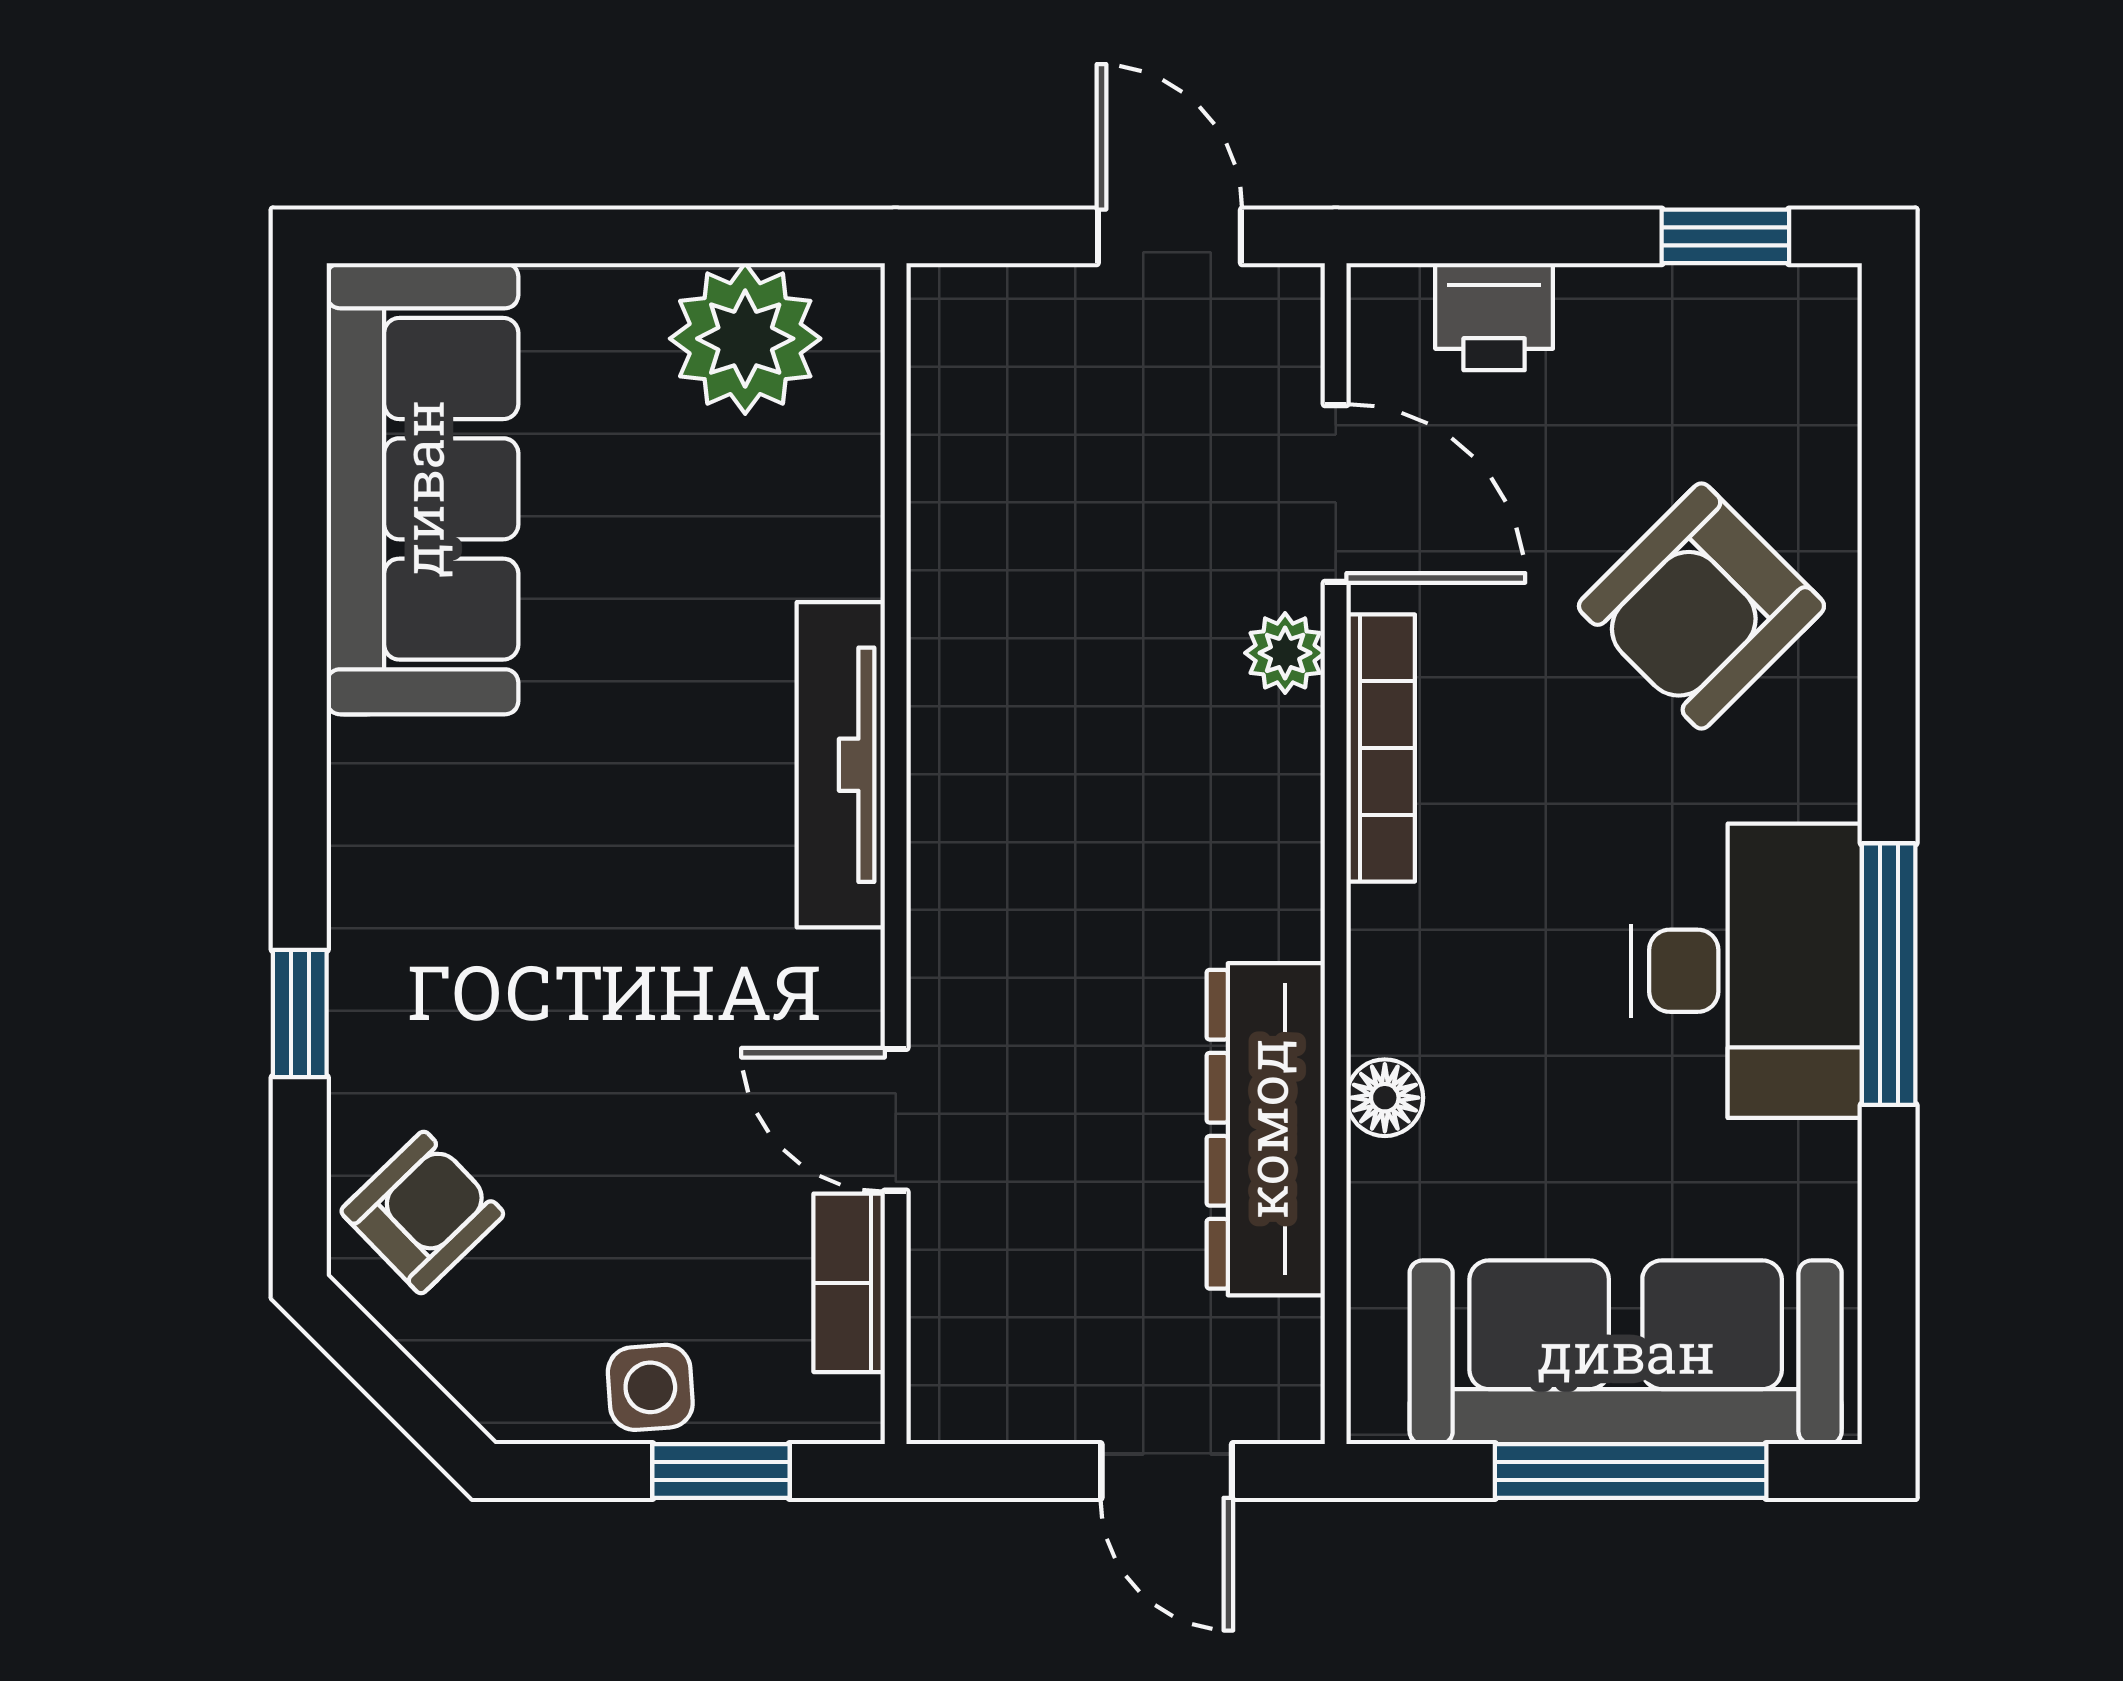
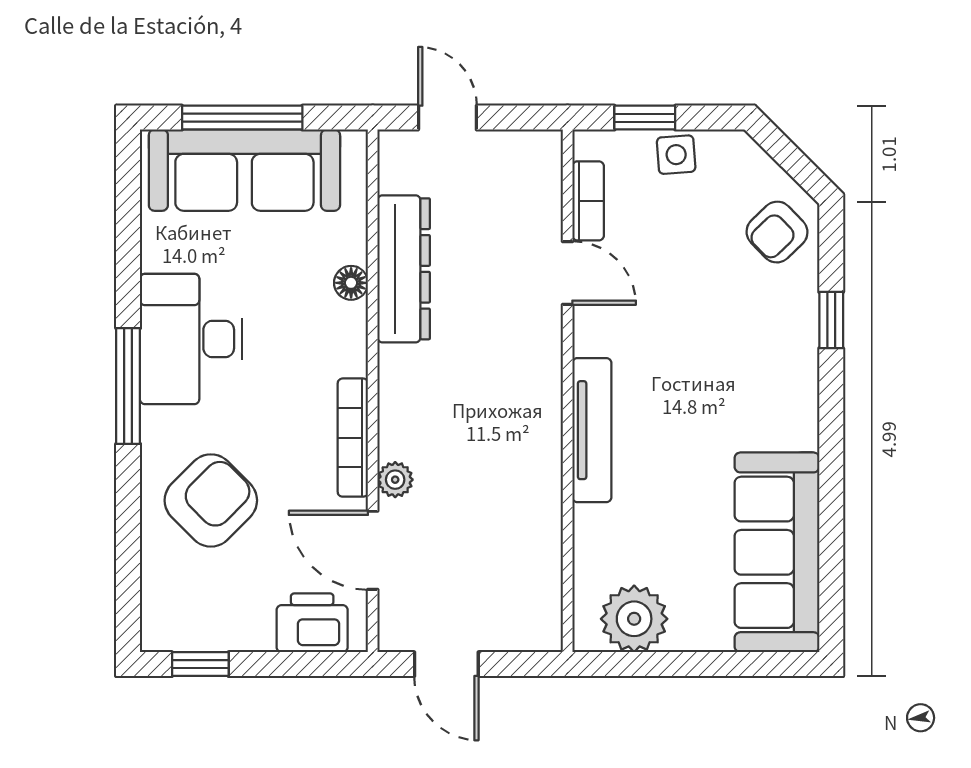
printer: (1494, 317) -> (312, 623), width x1.36, depth x1.24
window: (1889, 974) -> (128, 386), moved

